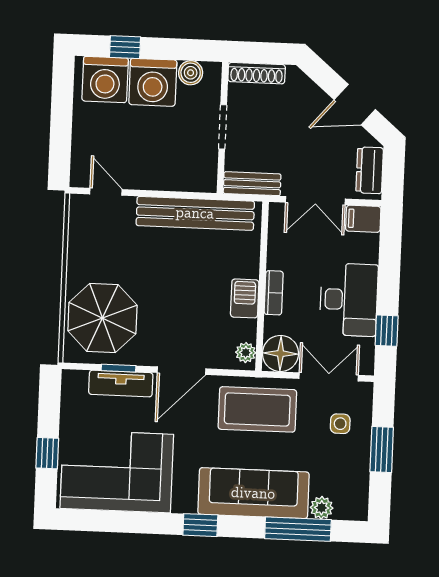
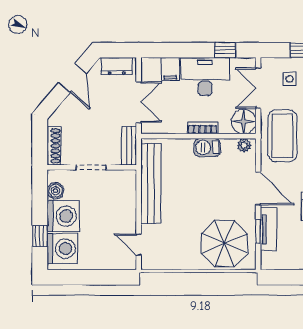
door: (106, 192) -> (139, 245), hinge flipped
filing cabinet: (363, 219) -> (170, 69), moved

